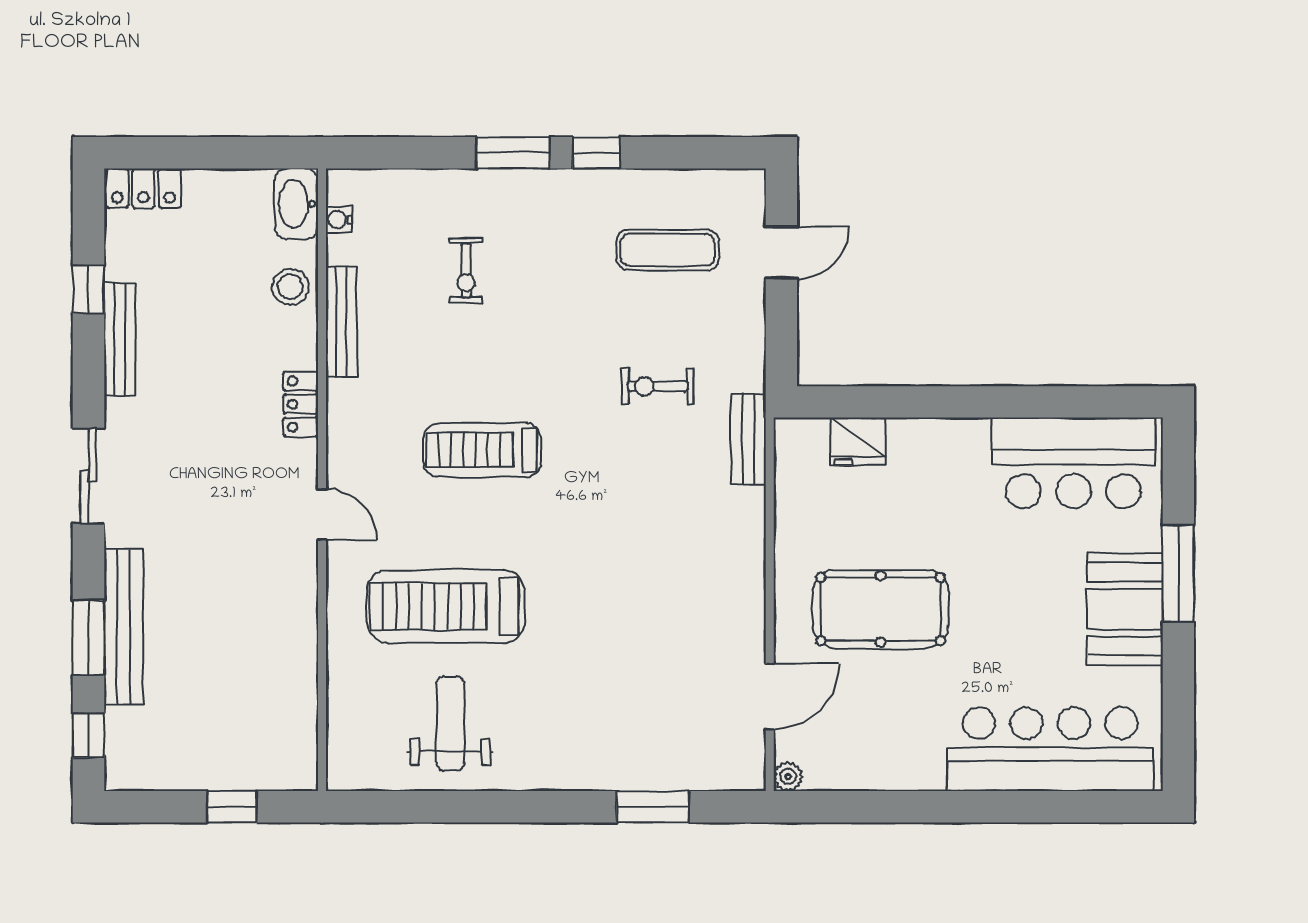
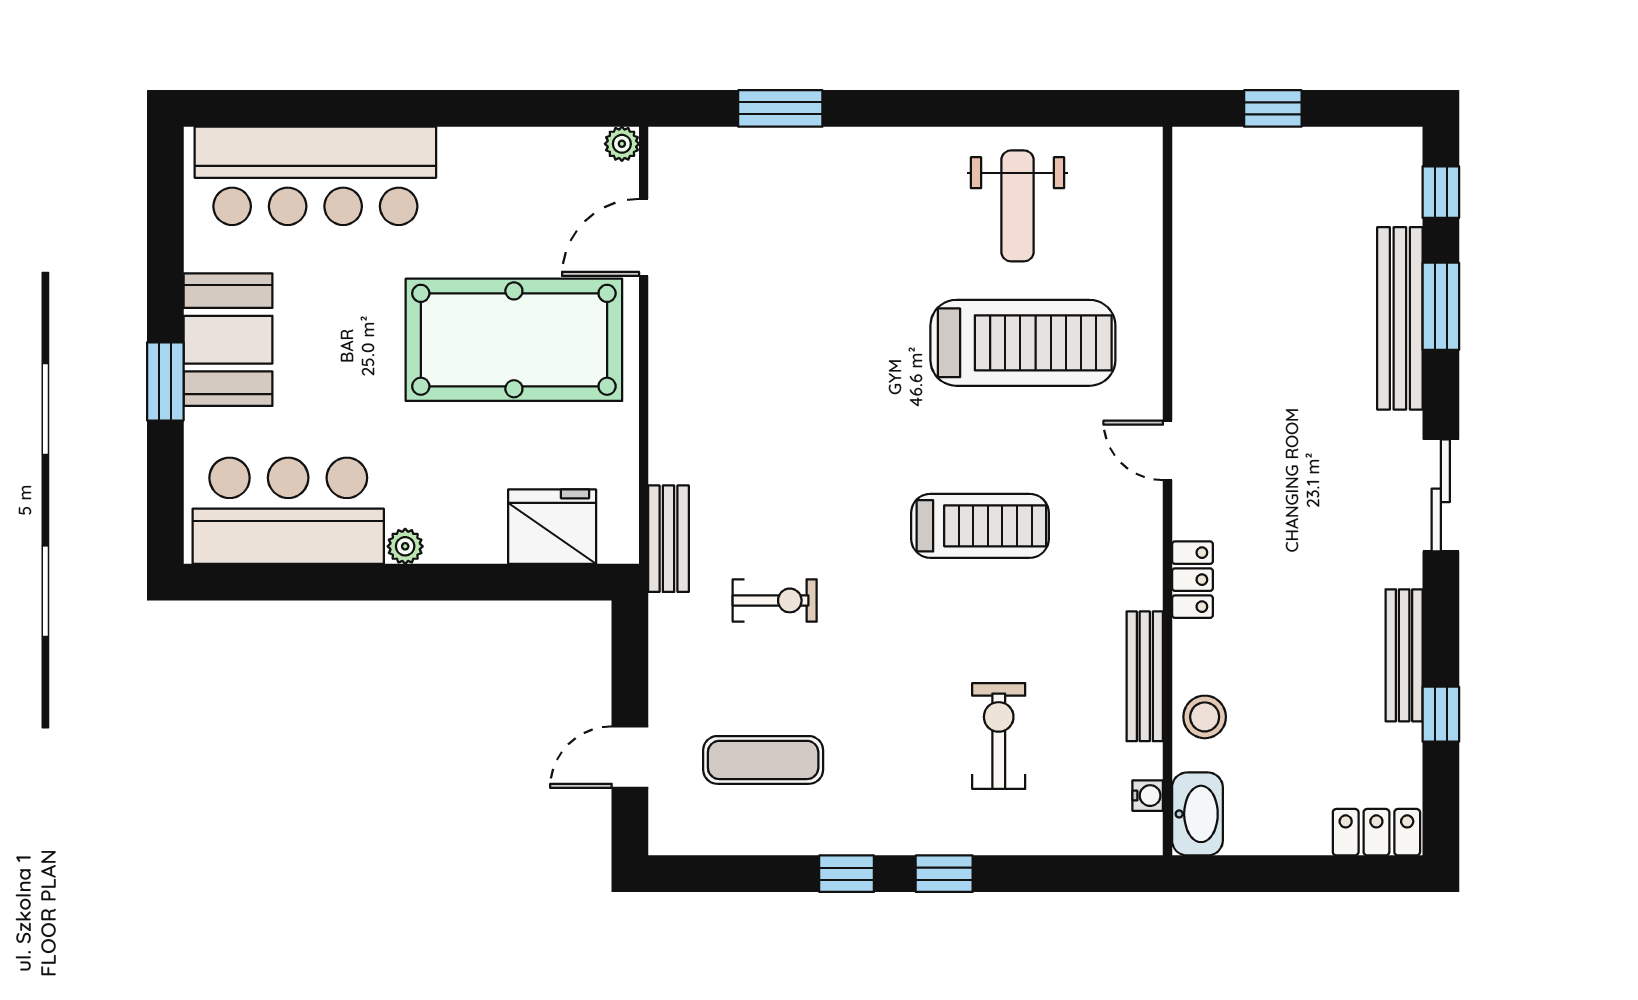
window: (513, 153) -> (944, 874), width x0.67
exercise bike: (466, 270) -> (999, 736), width x1.38, depth x1.39
plant: (973, 433) -> (405, 546), added
fridge: (858, 441) -> (552, 527), width x1.36, depth x1.34
window: (1178, 573) -> (165, 381), width x0.69
pool table: (881, 609) -> (514, 340), width x1.36, depth x1.32

